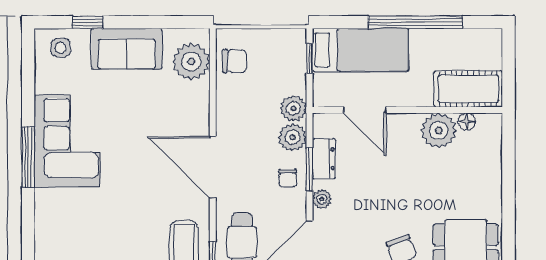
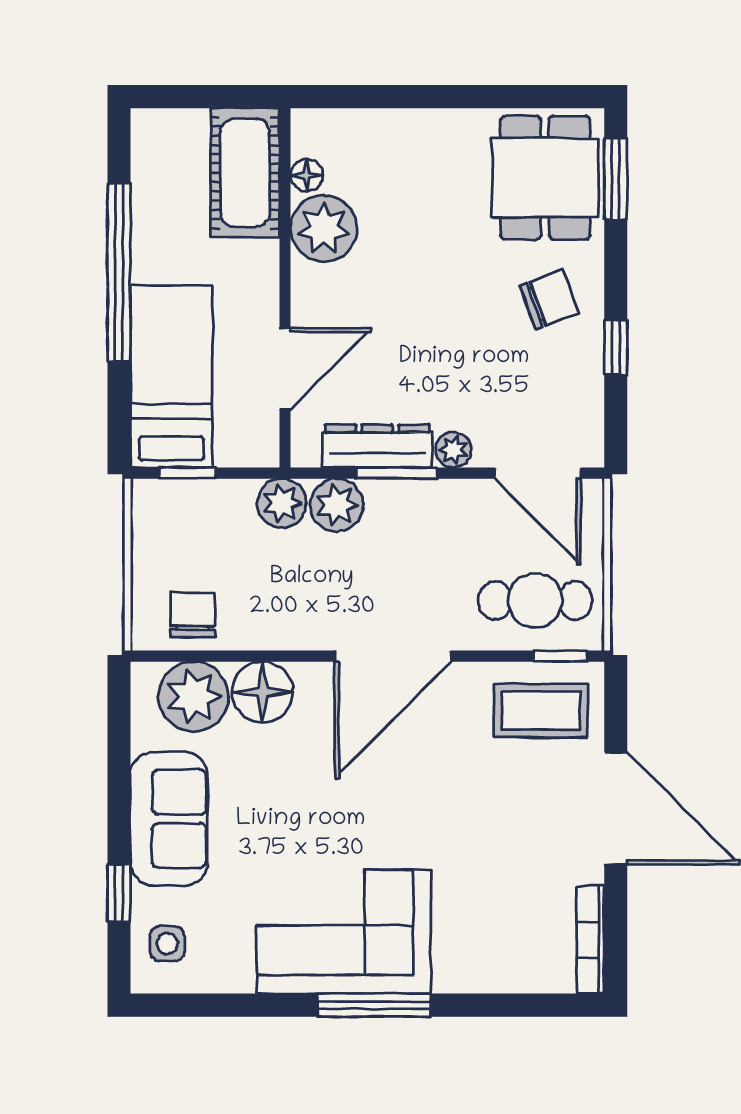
floor lamp: (194, 98) -> (262, 692), added
dresser: (324, 159) -> (377, 446), width x1.44
chair: (288, 178) -> (414, 514), removed

